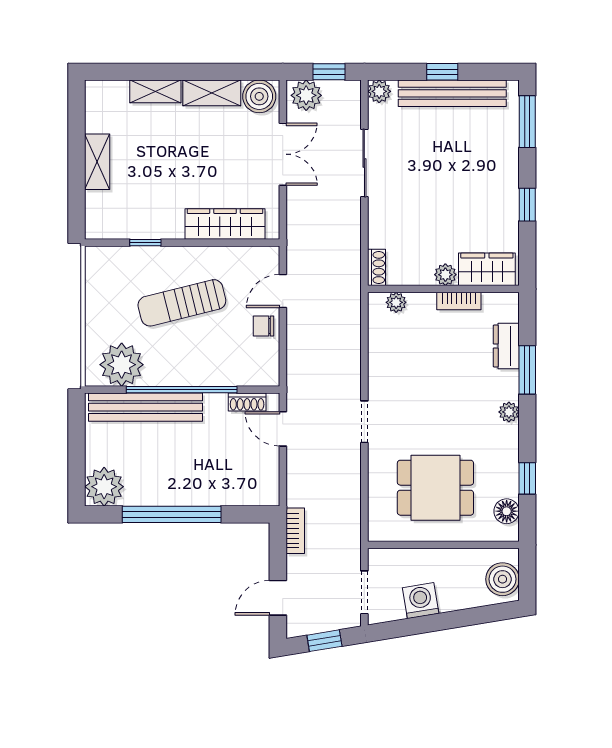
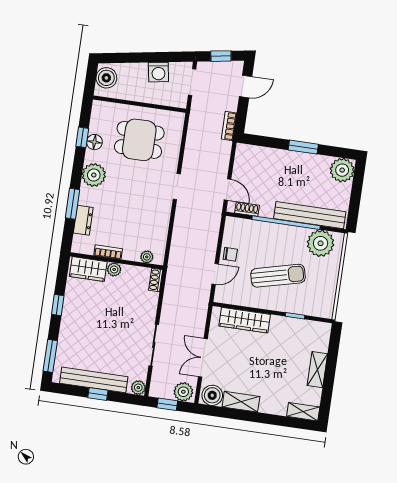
shelving: (155, 91) -> (303, 412), moved
plant: (509, 412) -> (94, 175), width x1.88, depth x1.88
floor lamp: (507, 511) -> (94, 142), moved
window: (172, 514) -> (303, 147), width x0.47

